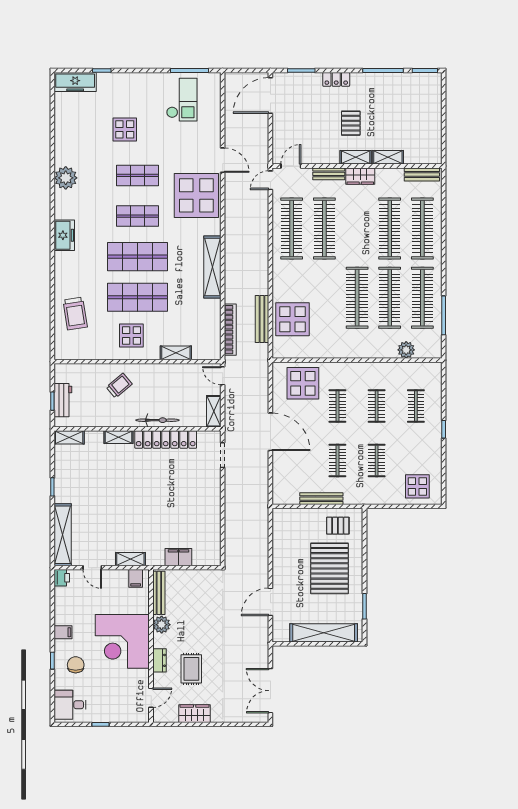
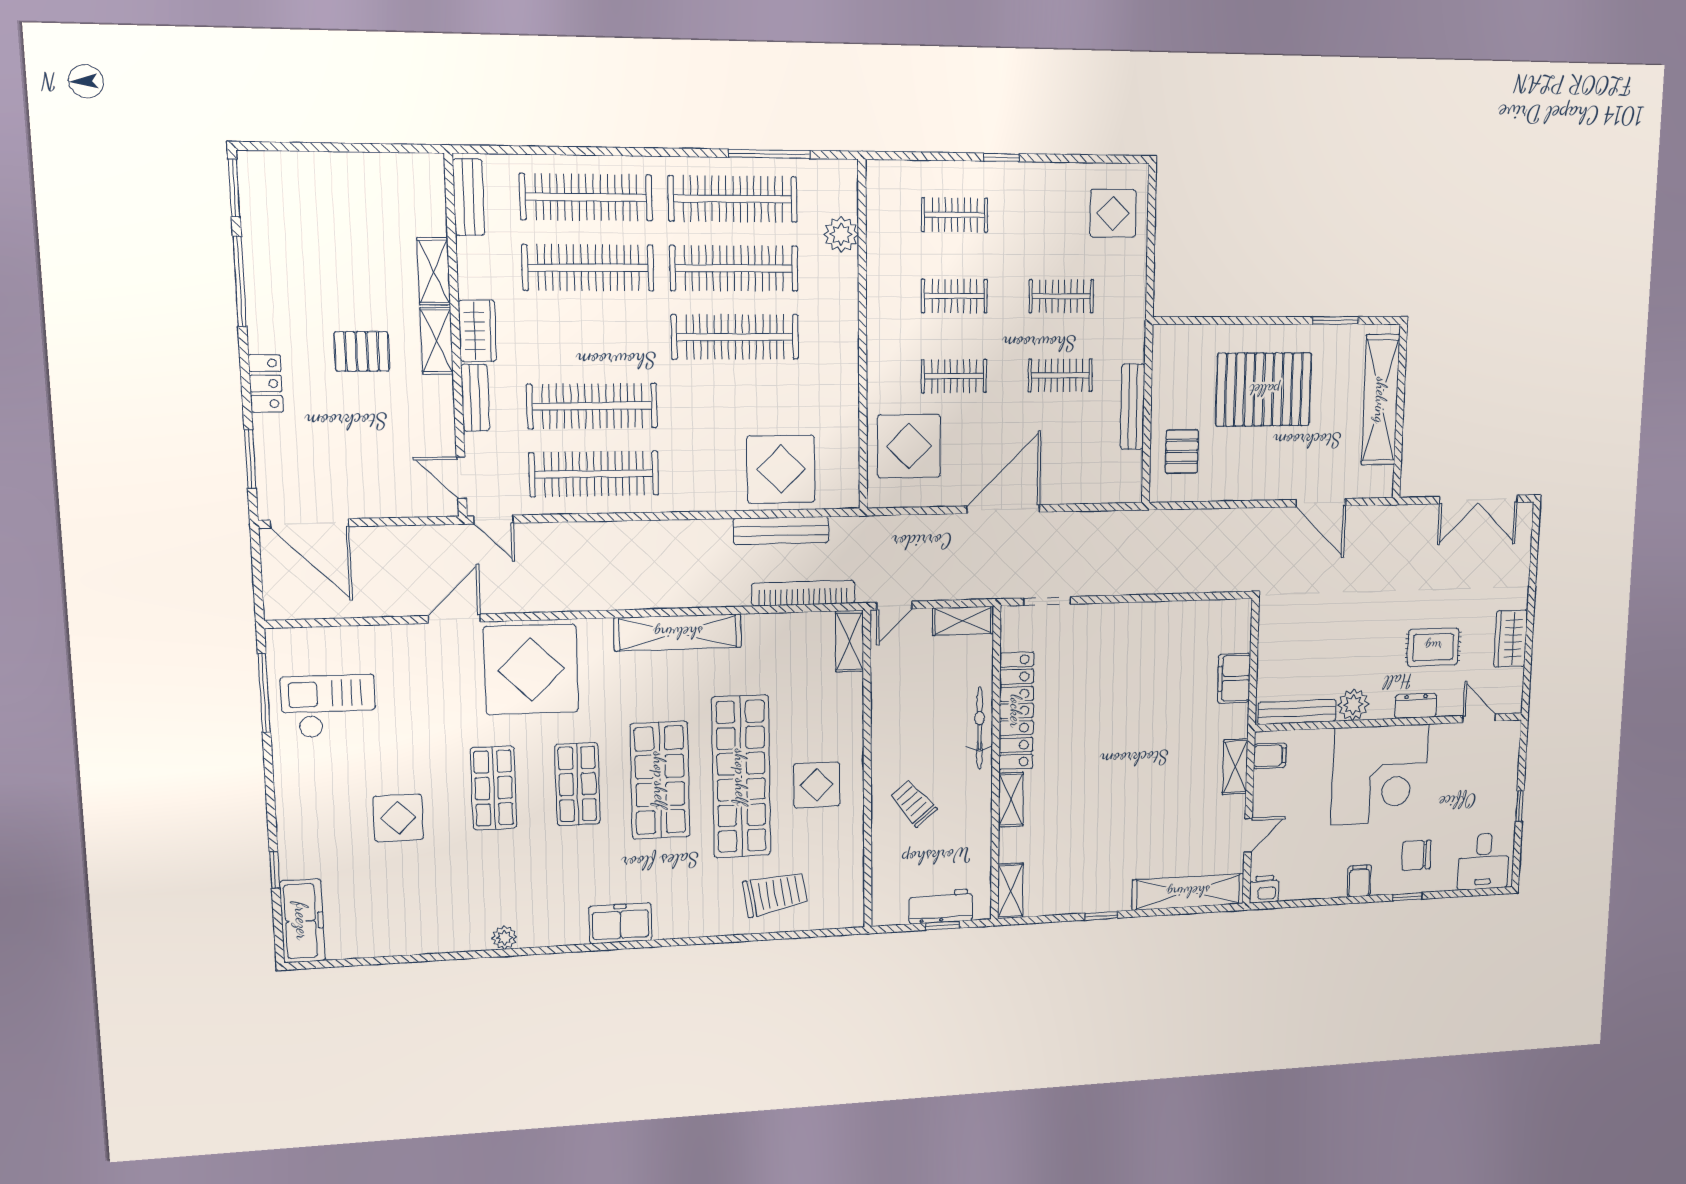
plant: (66, 178) -> (504, 938), width x0.53, depth x0.53
shop shelf: (138, 297) -> (741, 777), width x1.40
shelving: (176, 353) -> (849, 641), moved
pallet: (338, 526) -> (1182, 451), moved

